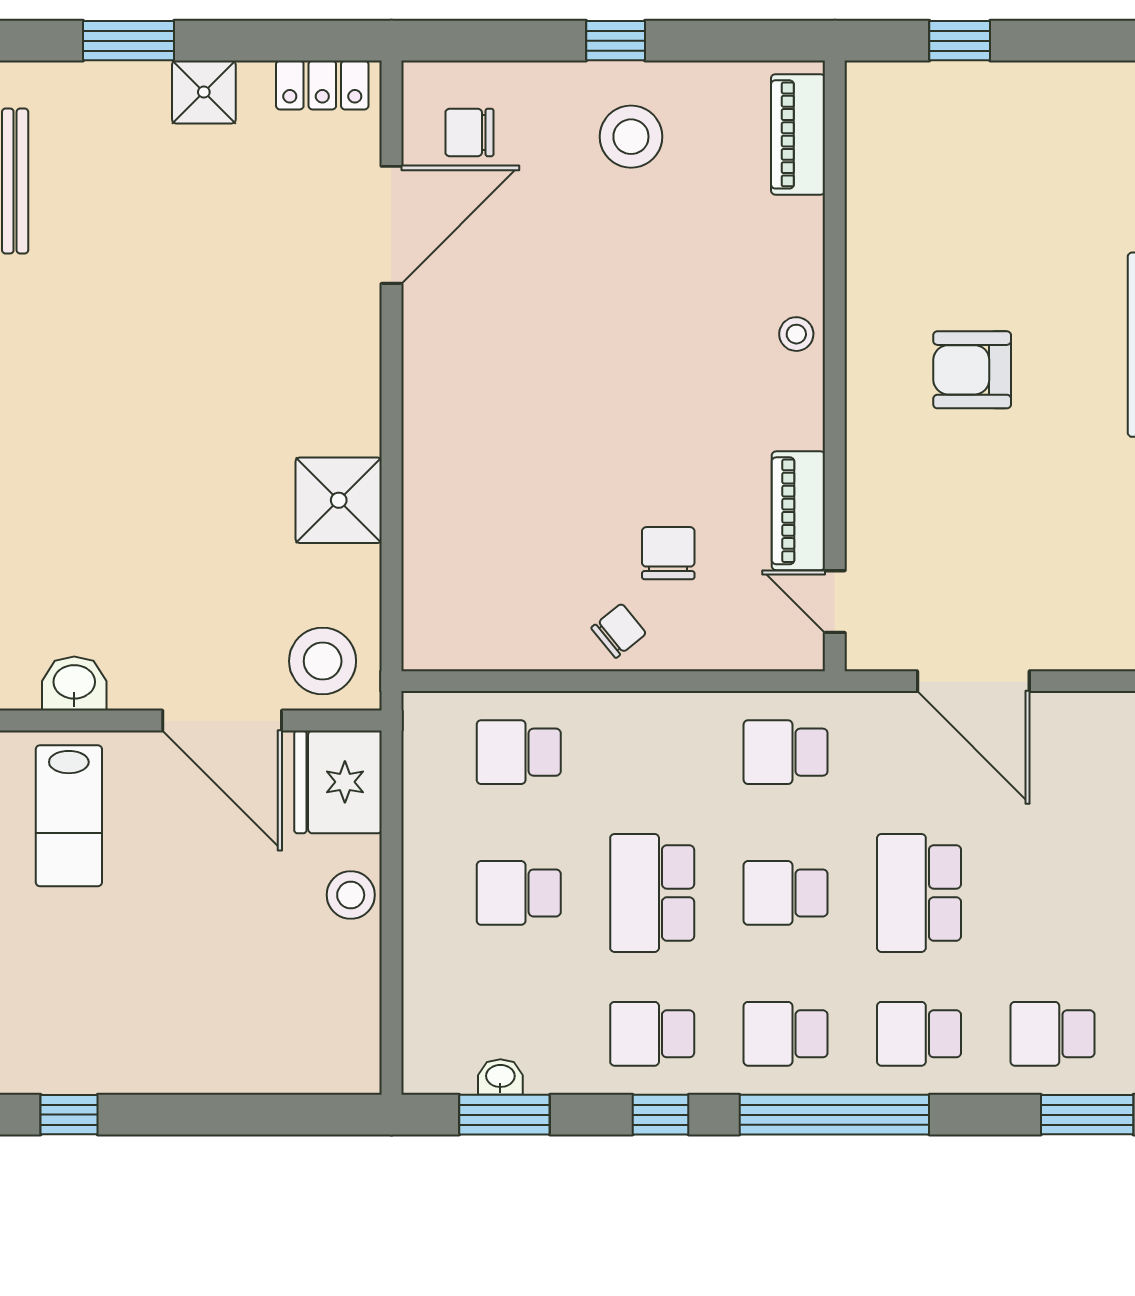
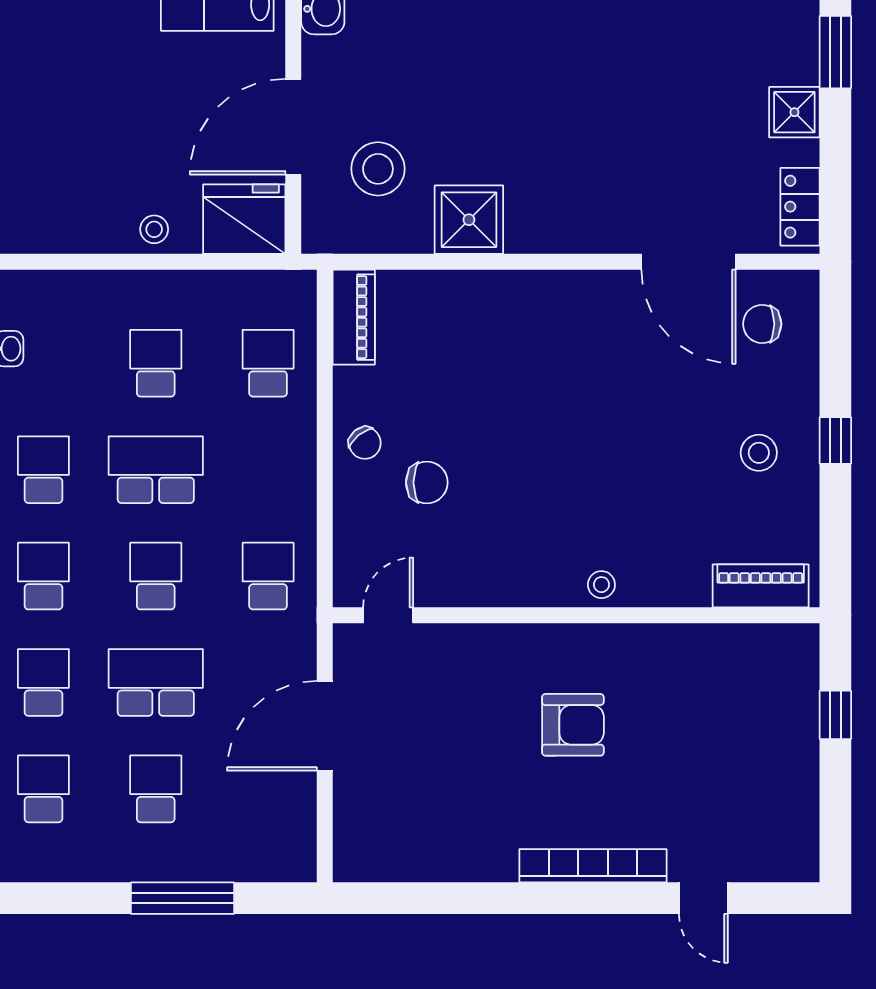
chair: (469, 132) -> (762, 324), turned -90
stool: (631, 137) -> (759, 453), width x0.73, depth x0.73
armchair: (972, 370) -> (573, 725), turned 90
piano: (798, 511) -> (354, 317), moved, turned 90
stool: (323, 661) -> (378, 169), moved
school desk: (1052, 893) -> (156, 789), added
stool: (351, 895) -> (154, 229), width x0.73, depth x0.73

